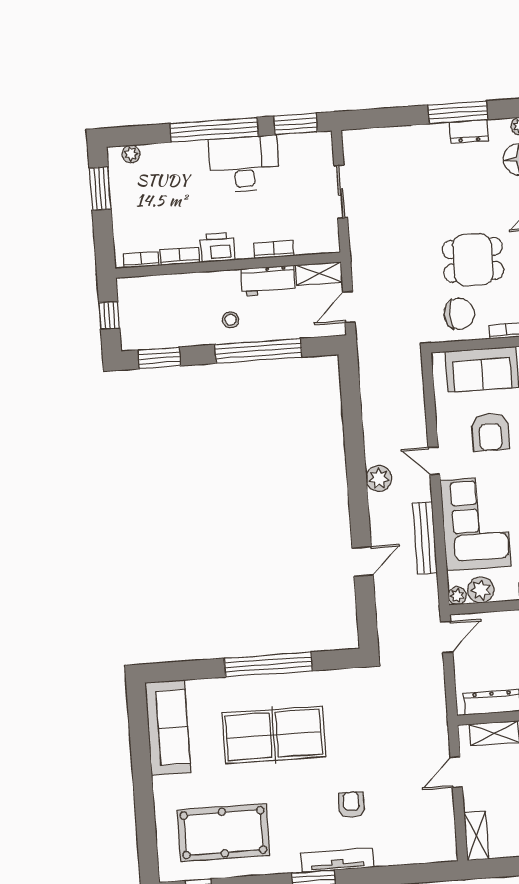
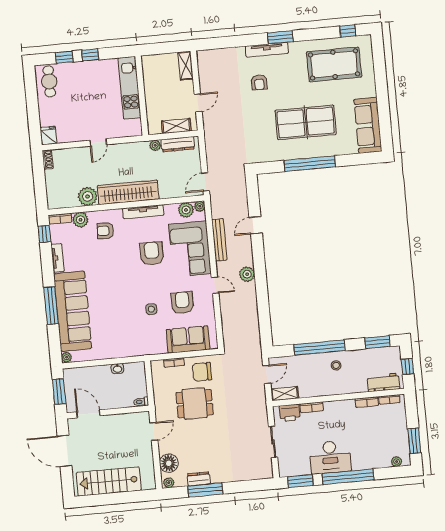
printer: (217, 247) -> (290, 413), moved
workbench: (268, 281) -> (383, 382), moved

